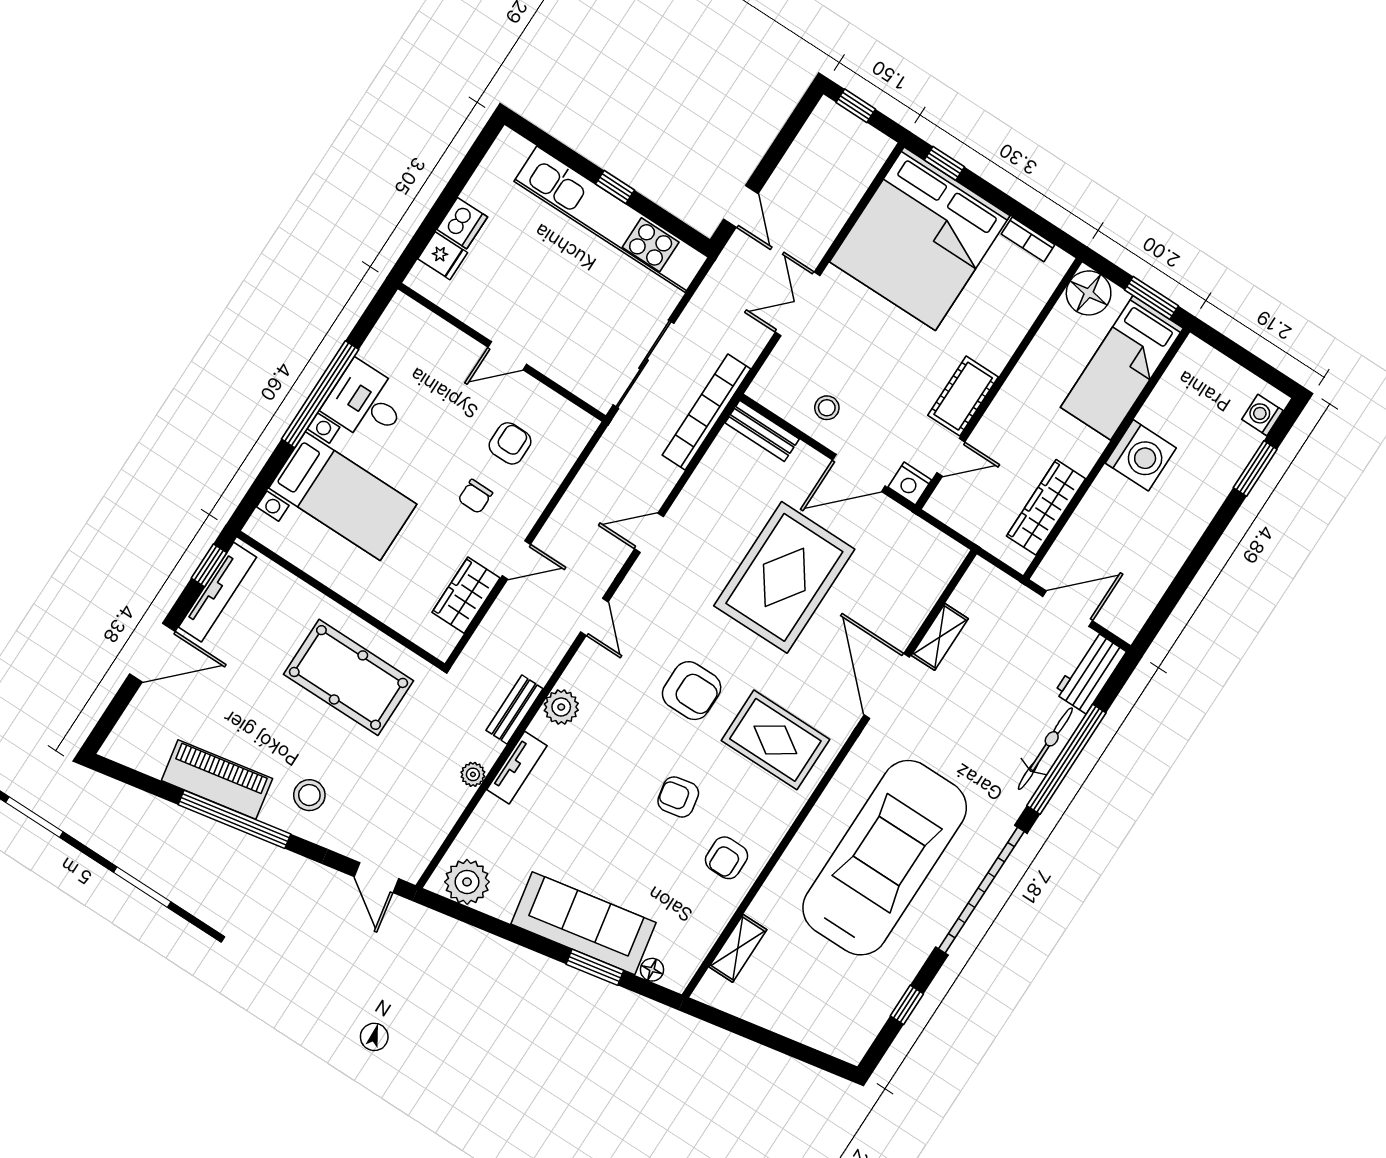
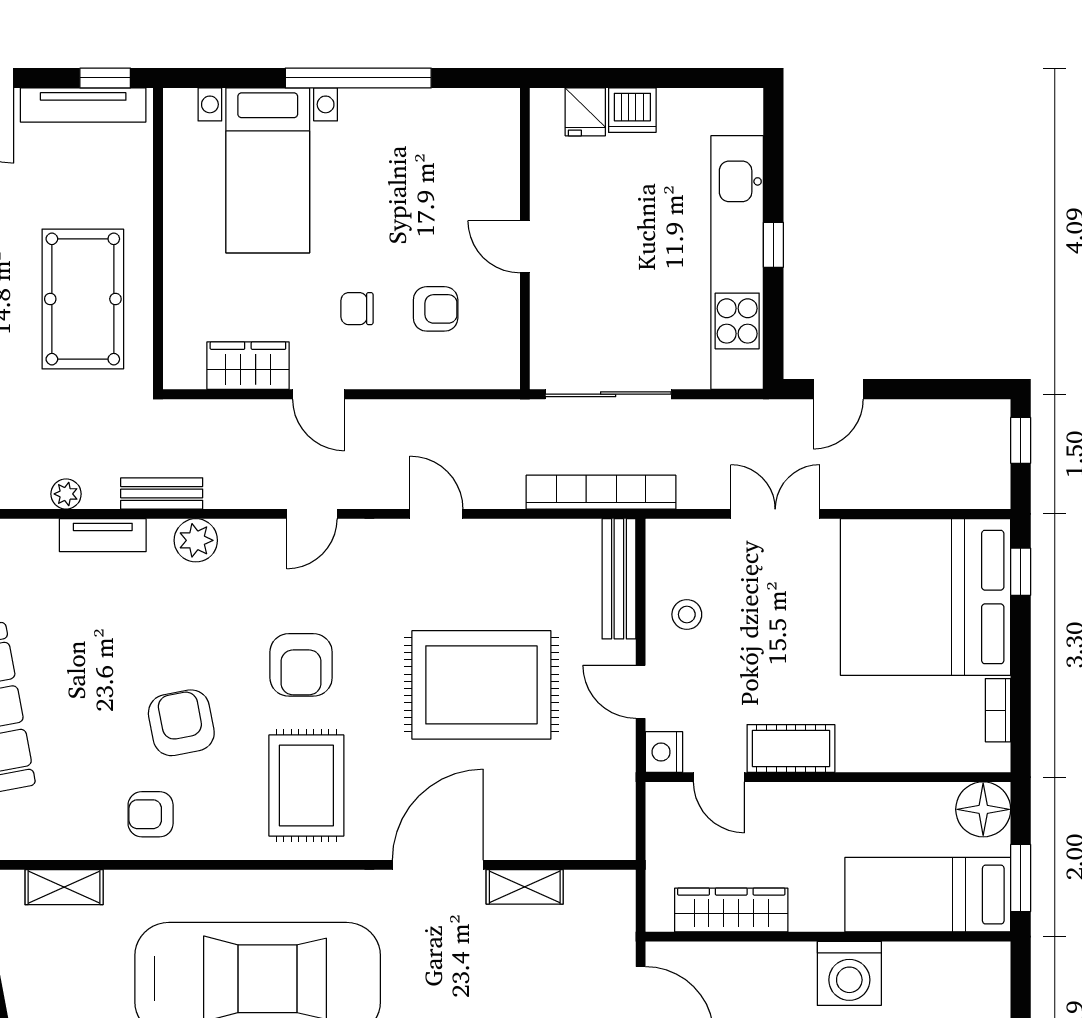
desk: (366, 402) -> (381, 131), removed
bench: (762, 431) -> (619, 579), width x1.36
door: (859, 473) -> (641, 692), width x0.73
armchair: (678, 797) -> (181, 723), width x1.38, depth x1.38

